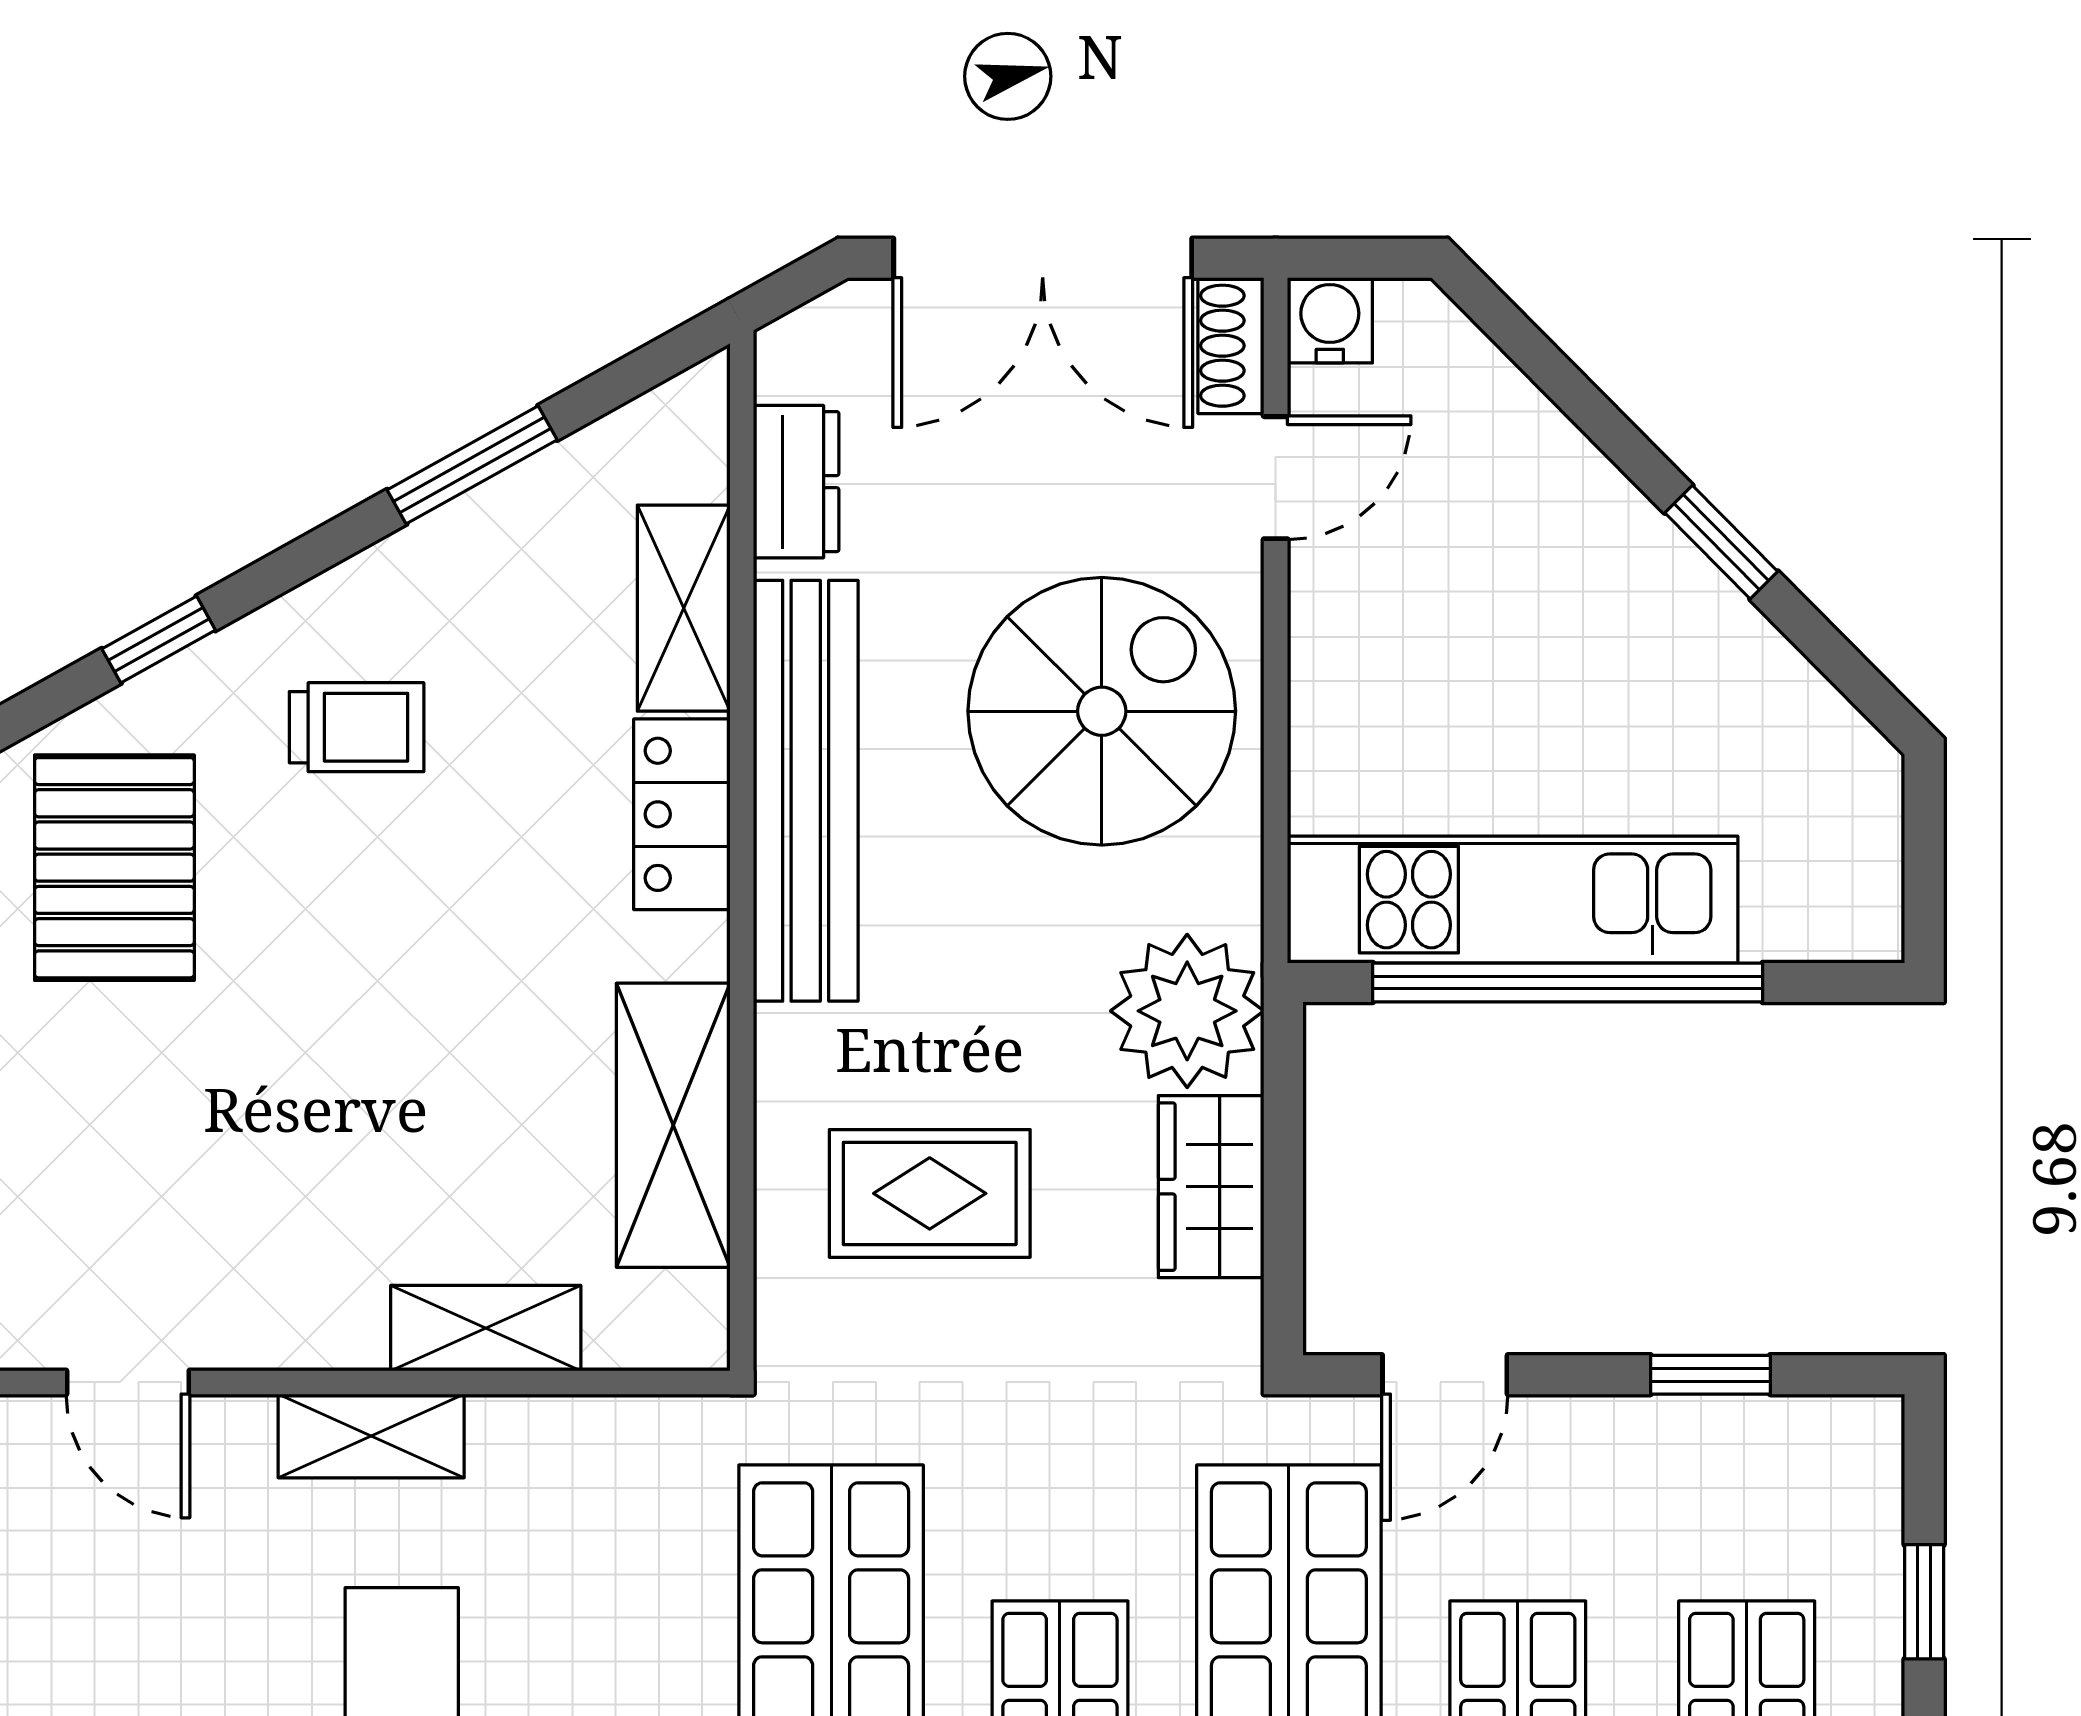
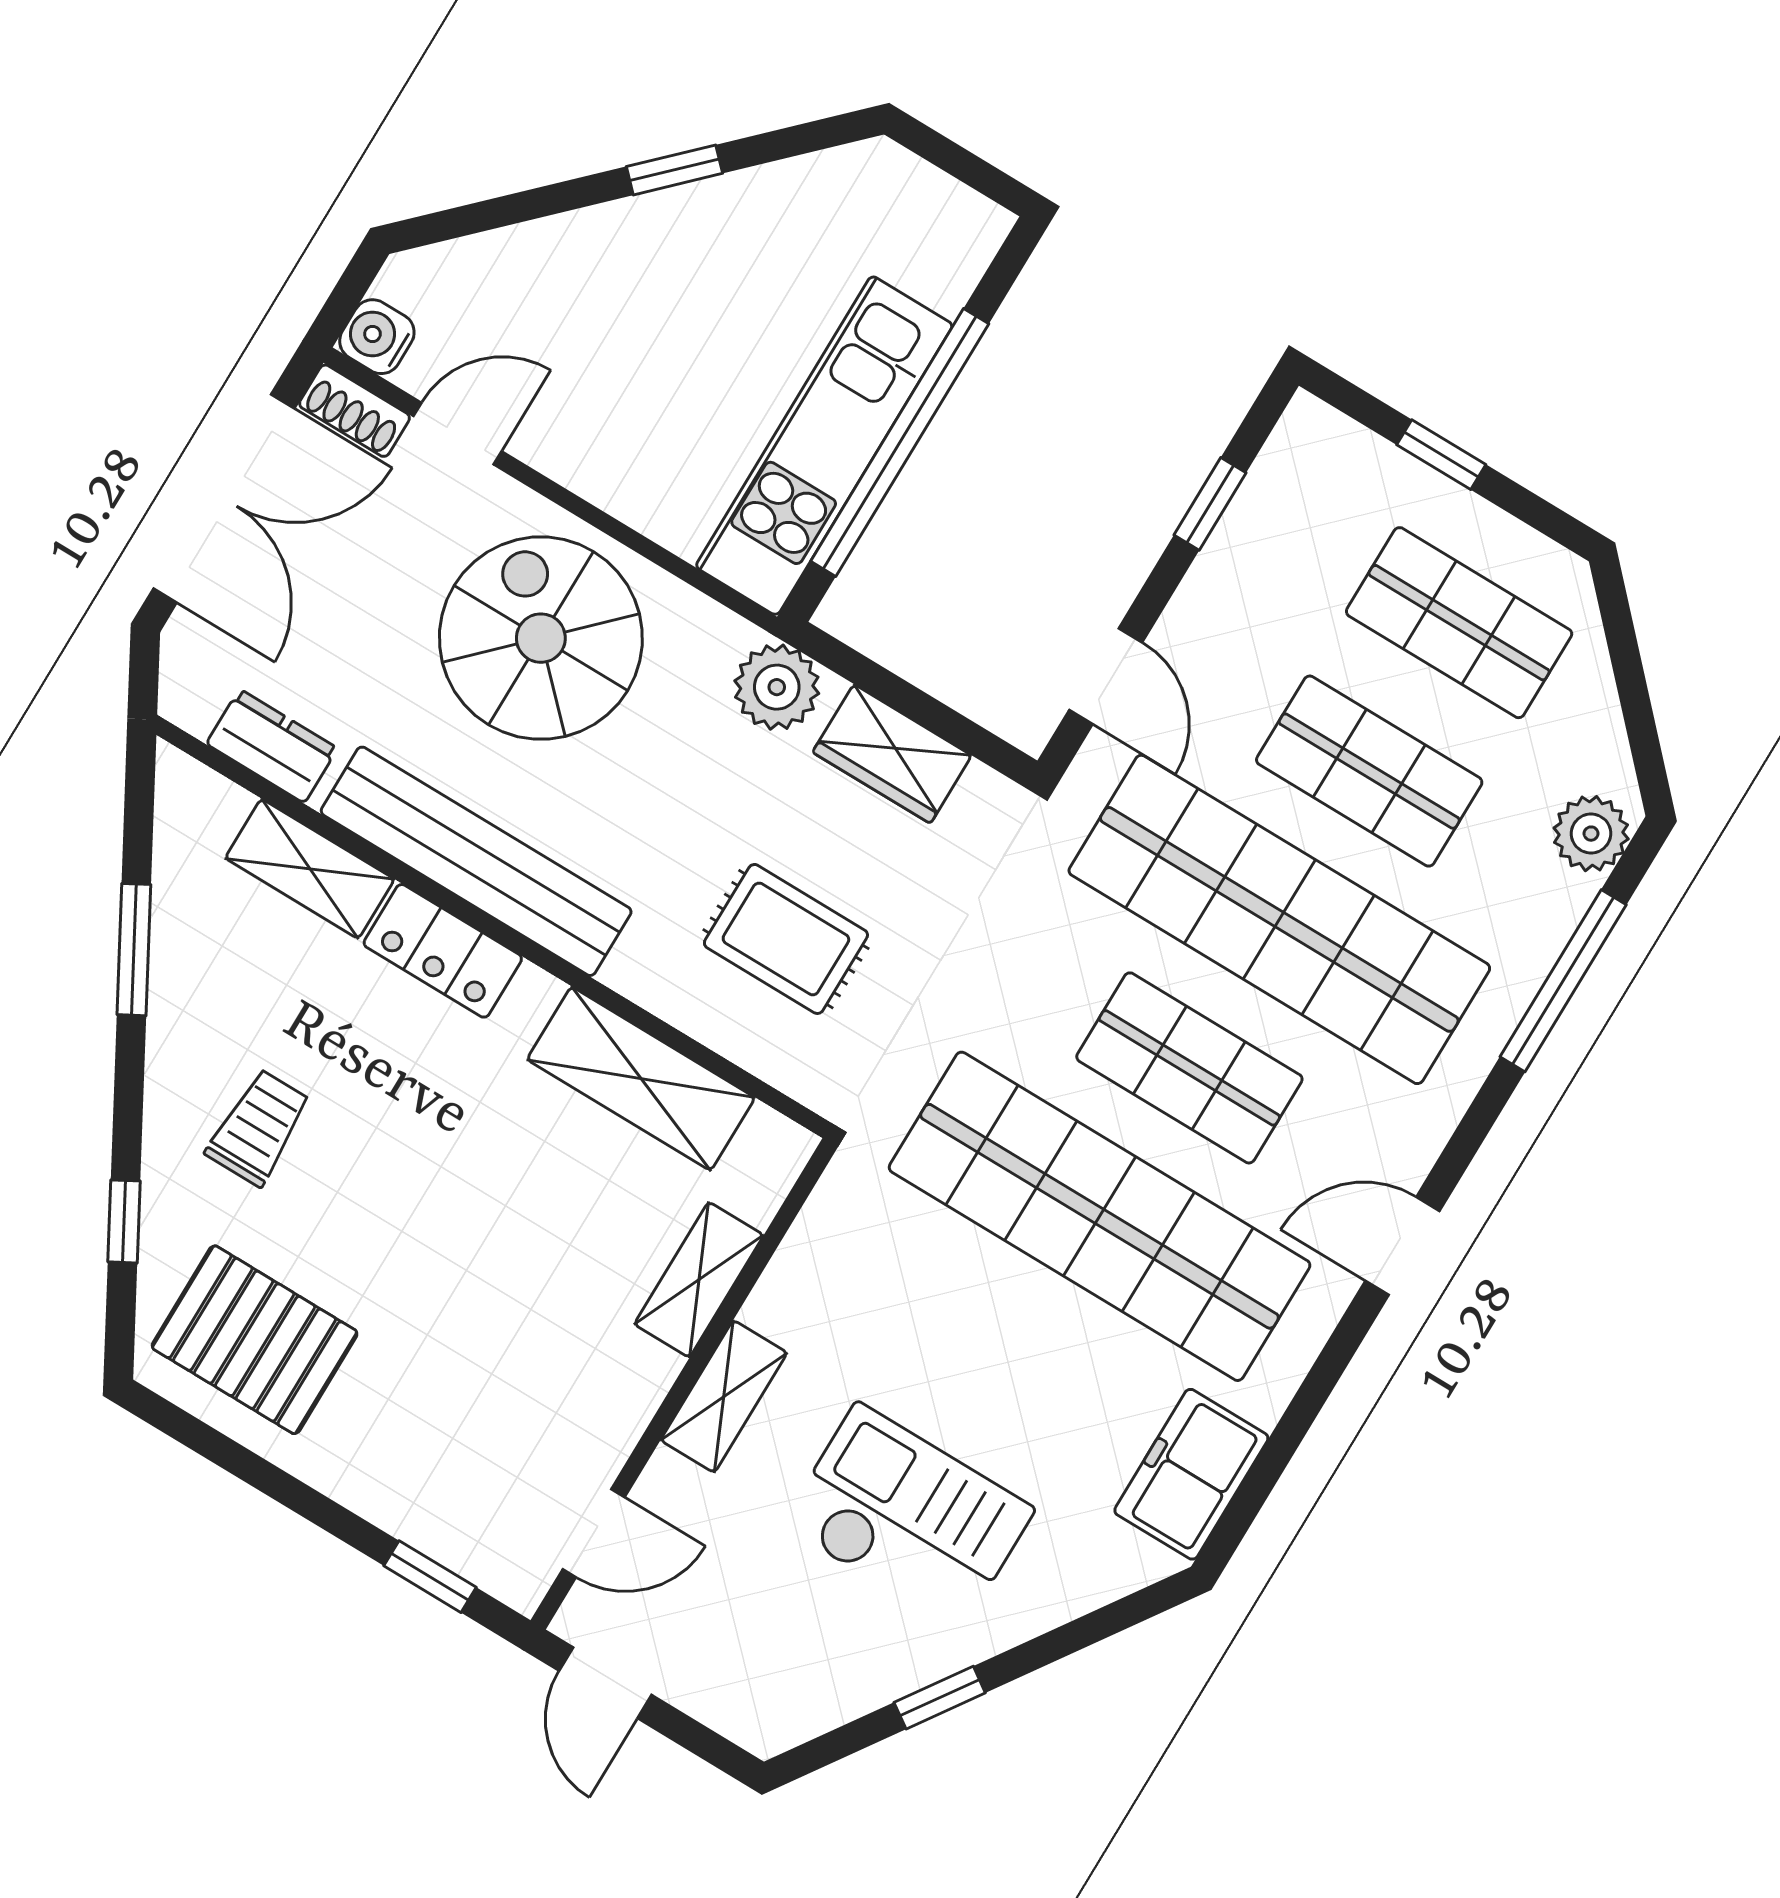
door: (1276, 478) -> (458, 434), hinge flipped
plant: (1187, 1011) -> (777, 687), width x0.73, depth x0.73
rug: (930, 1193) -> (786, 939), turned 90

